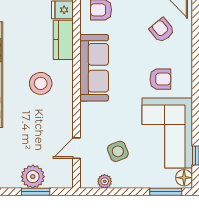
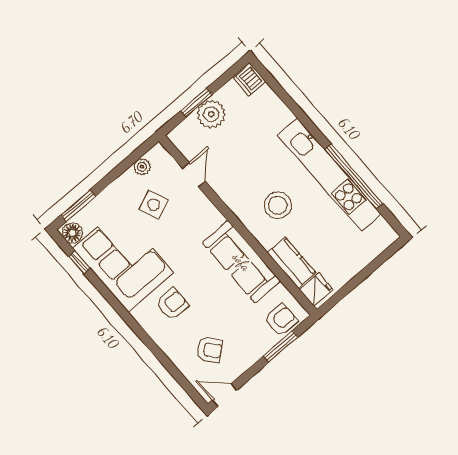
armchair: (160, 79) -> (172, 304), turned 180

